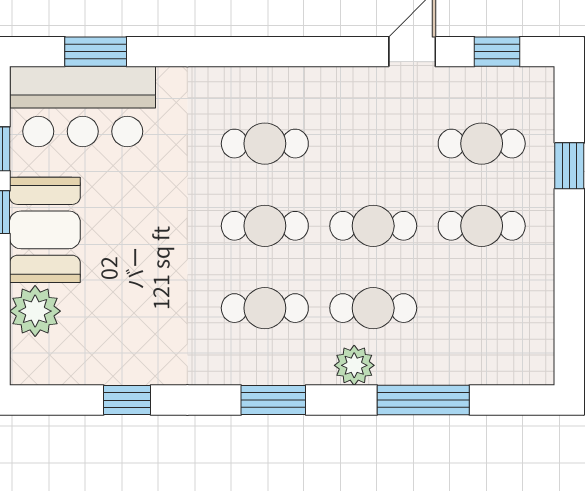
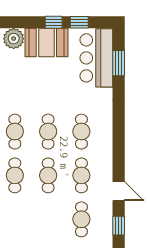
cafe table: (482, 226) -> (81, 175), moved

